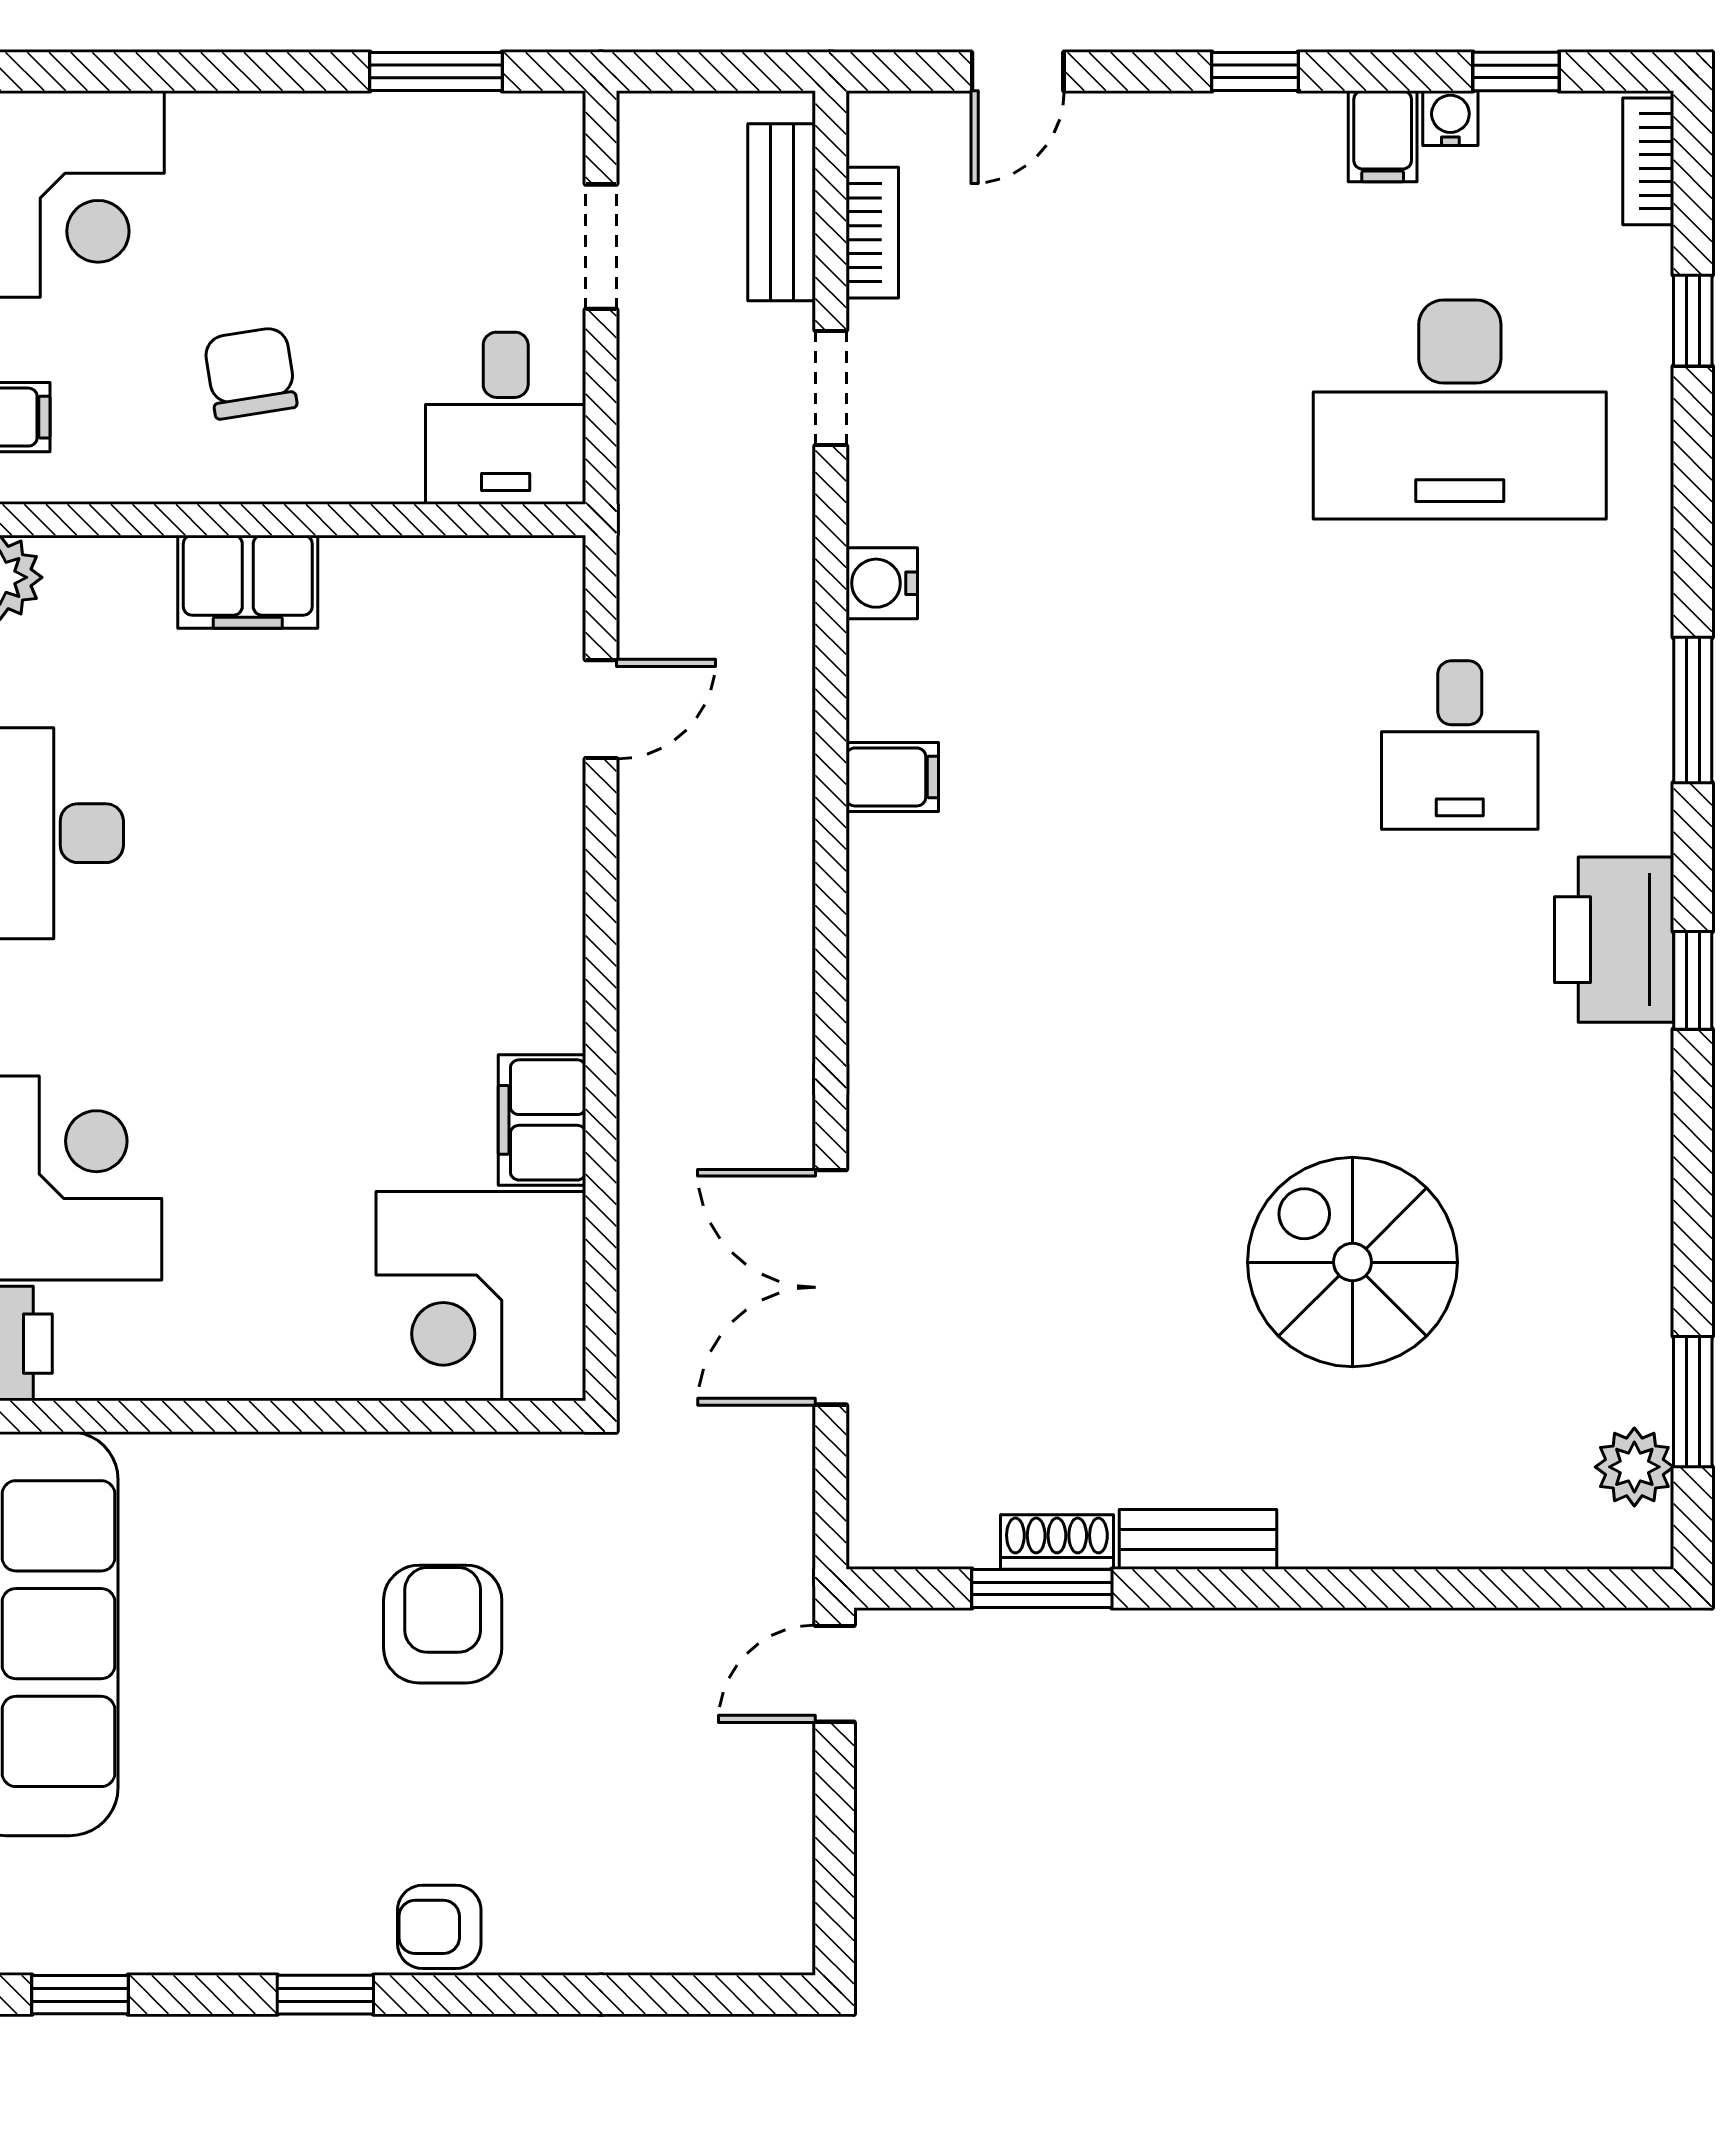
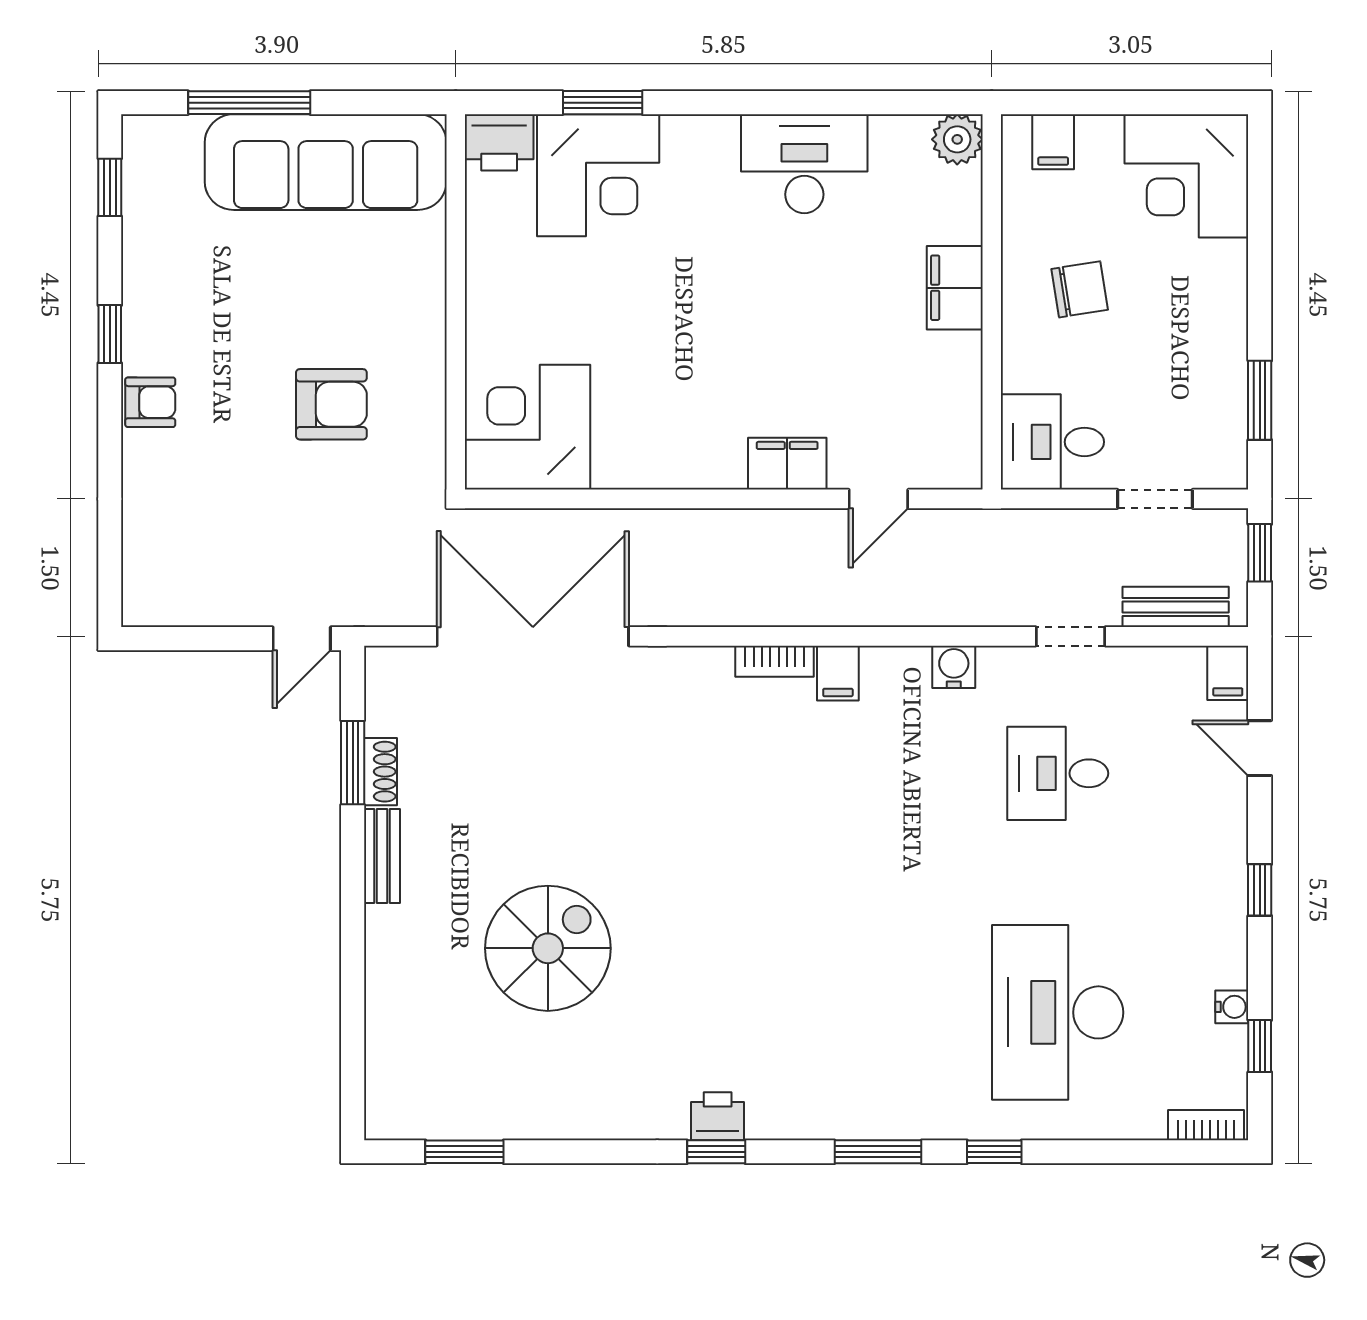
window: (691, 72) -> (1260, 553), added
filing cabinet: (1383, 136) -> (1228, 673), moved, turned -90
bookcase: (872, 233) -> (774, 661), moved
window: (1693, 321) -> (994, 1152), moved
door: (601, 709) -> (878, 499), hinge flipped
desk: (1460, 745) -> (1058, 773), moved
printer: (1614, 940) -> (718, 1116), width x0.53, depth x0.68
filing cabinet: (542, 1120) -> (787, 464), moved
double door: (831, 1287) -> (533, 636), width x1.36
plant: (1634, 1467) -> (425, 1117), removed
door: (835, 1674) -> (302, 639), swing flipped
armchair: (439, 1927) -> (150, 402), turned 90

